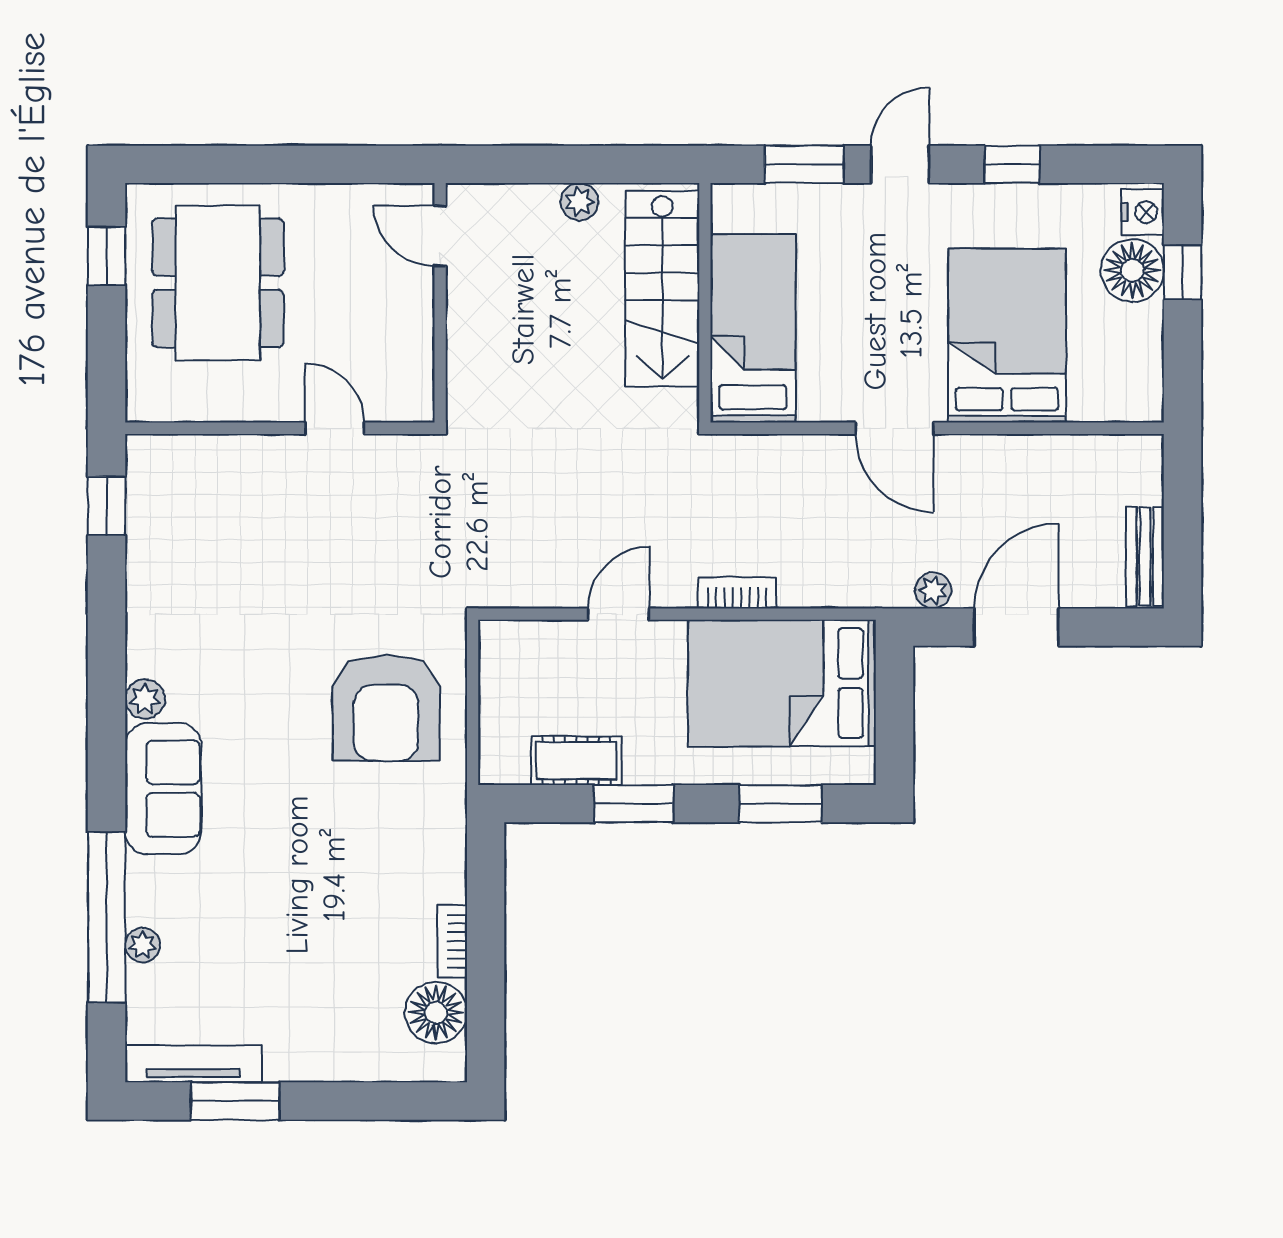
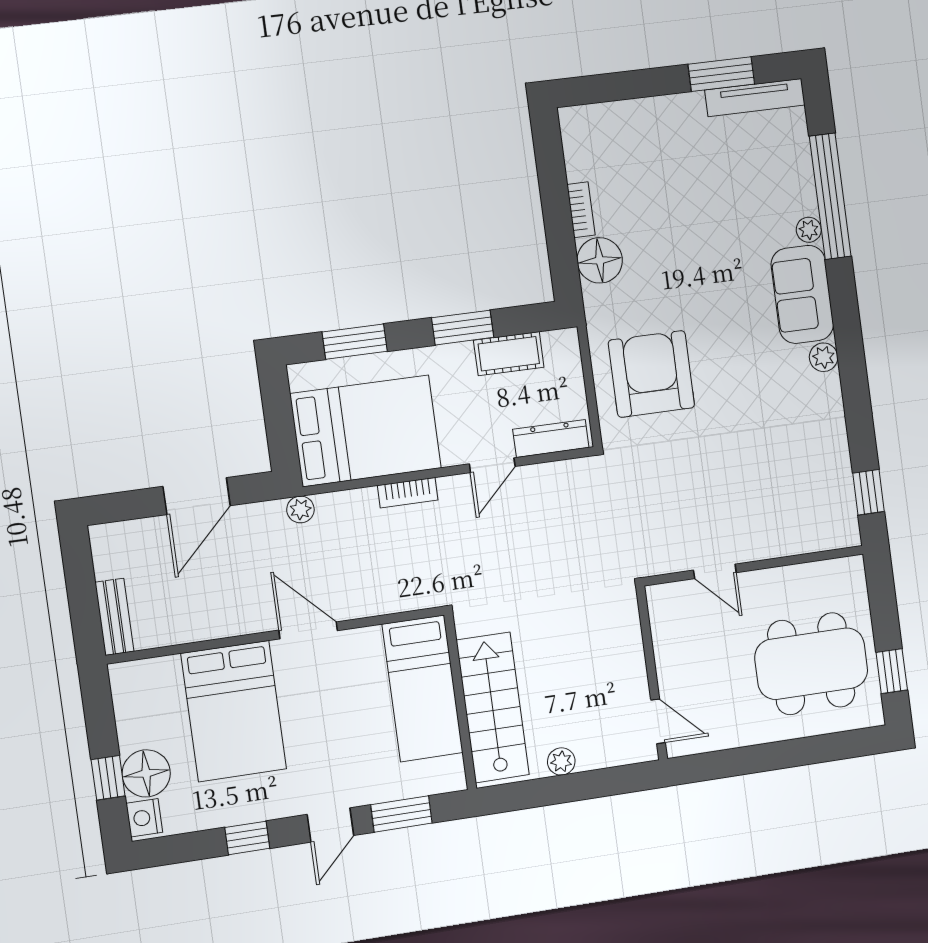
dining table: (218, 283) -> (811, 664), turned 90
bench: (1145, 556) -> (114, 617), moved
plant: (933, 590) -> (300, 509), moved
dresser: (535, 639) -> (551, 438), added
plant: (143, 945) -> (809, 230), moved
floor lamp: (436, 1013) -> (600, 260), moved

